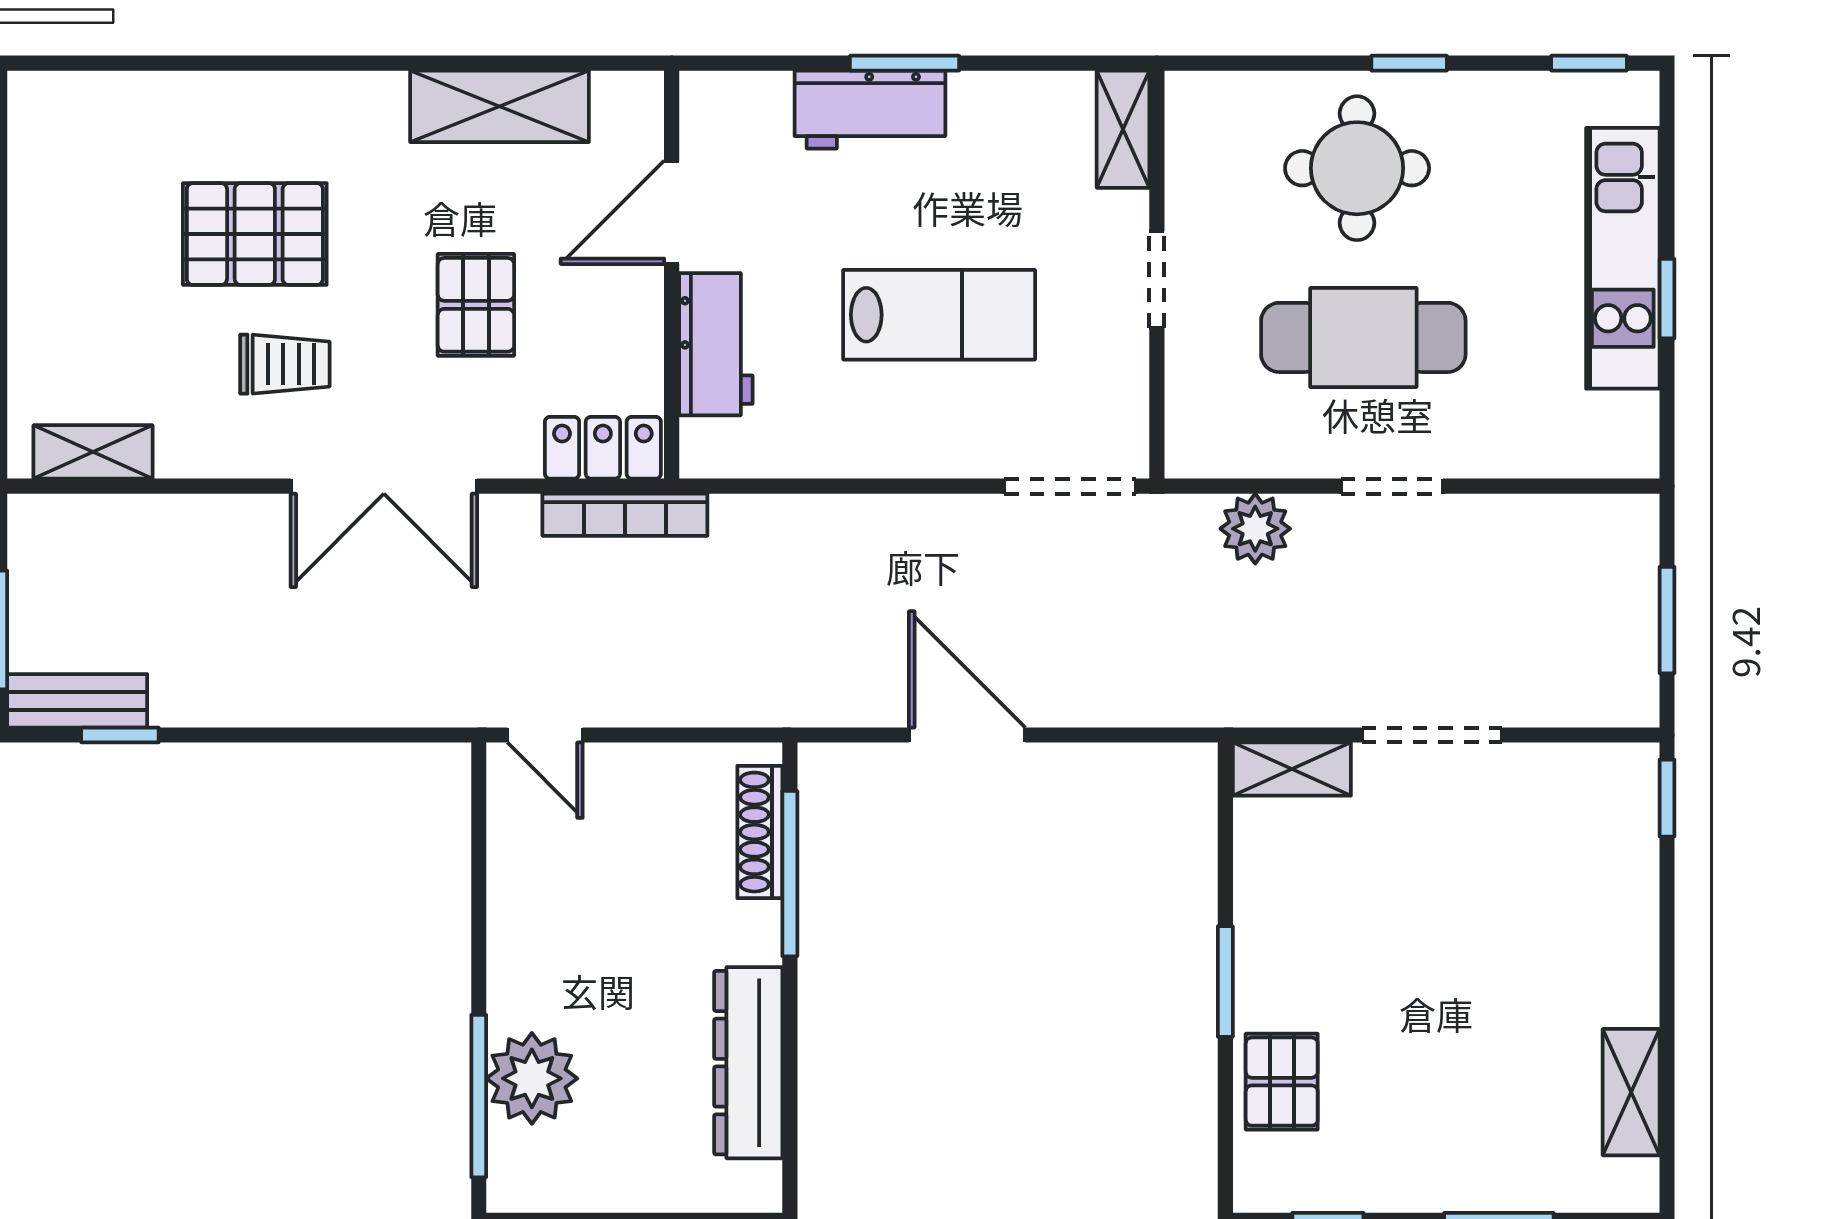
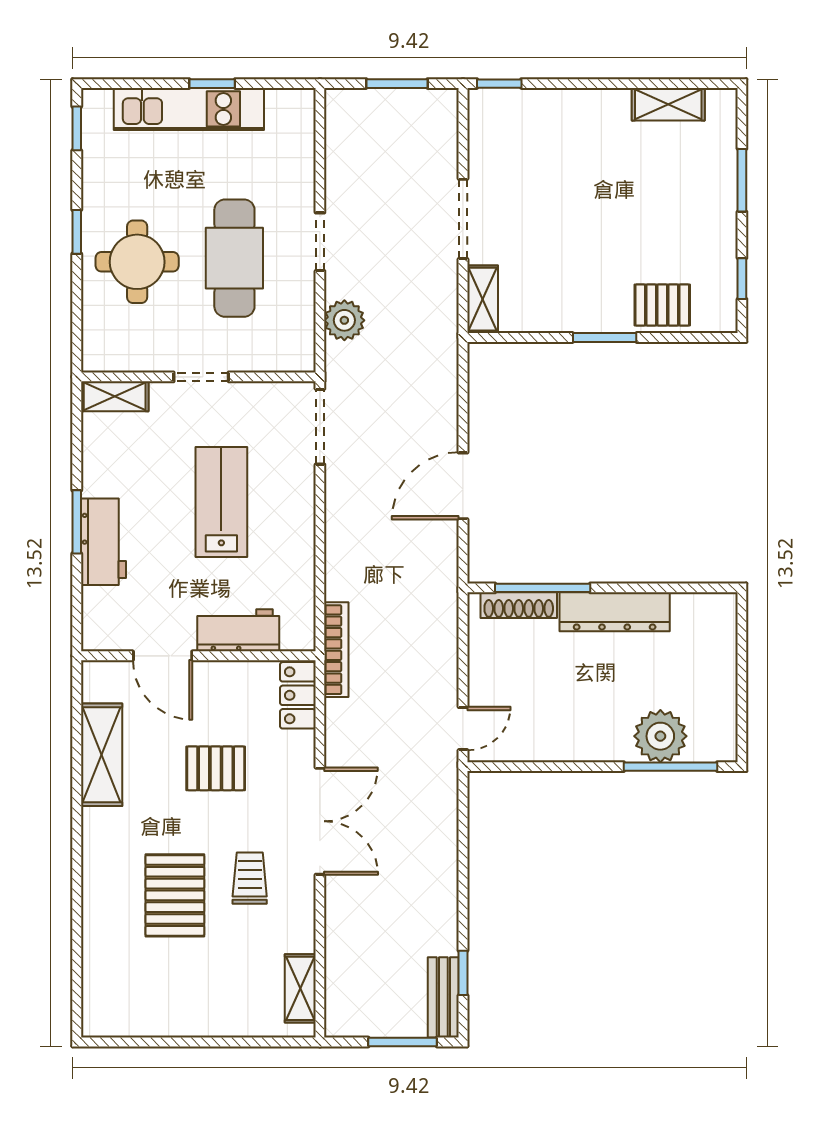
bookcase: (625, 515) -> (336, 650), moved
dresser: (748, 1063) -> (615, 612), moved

